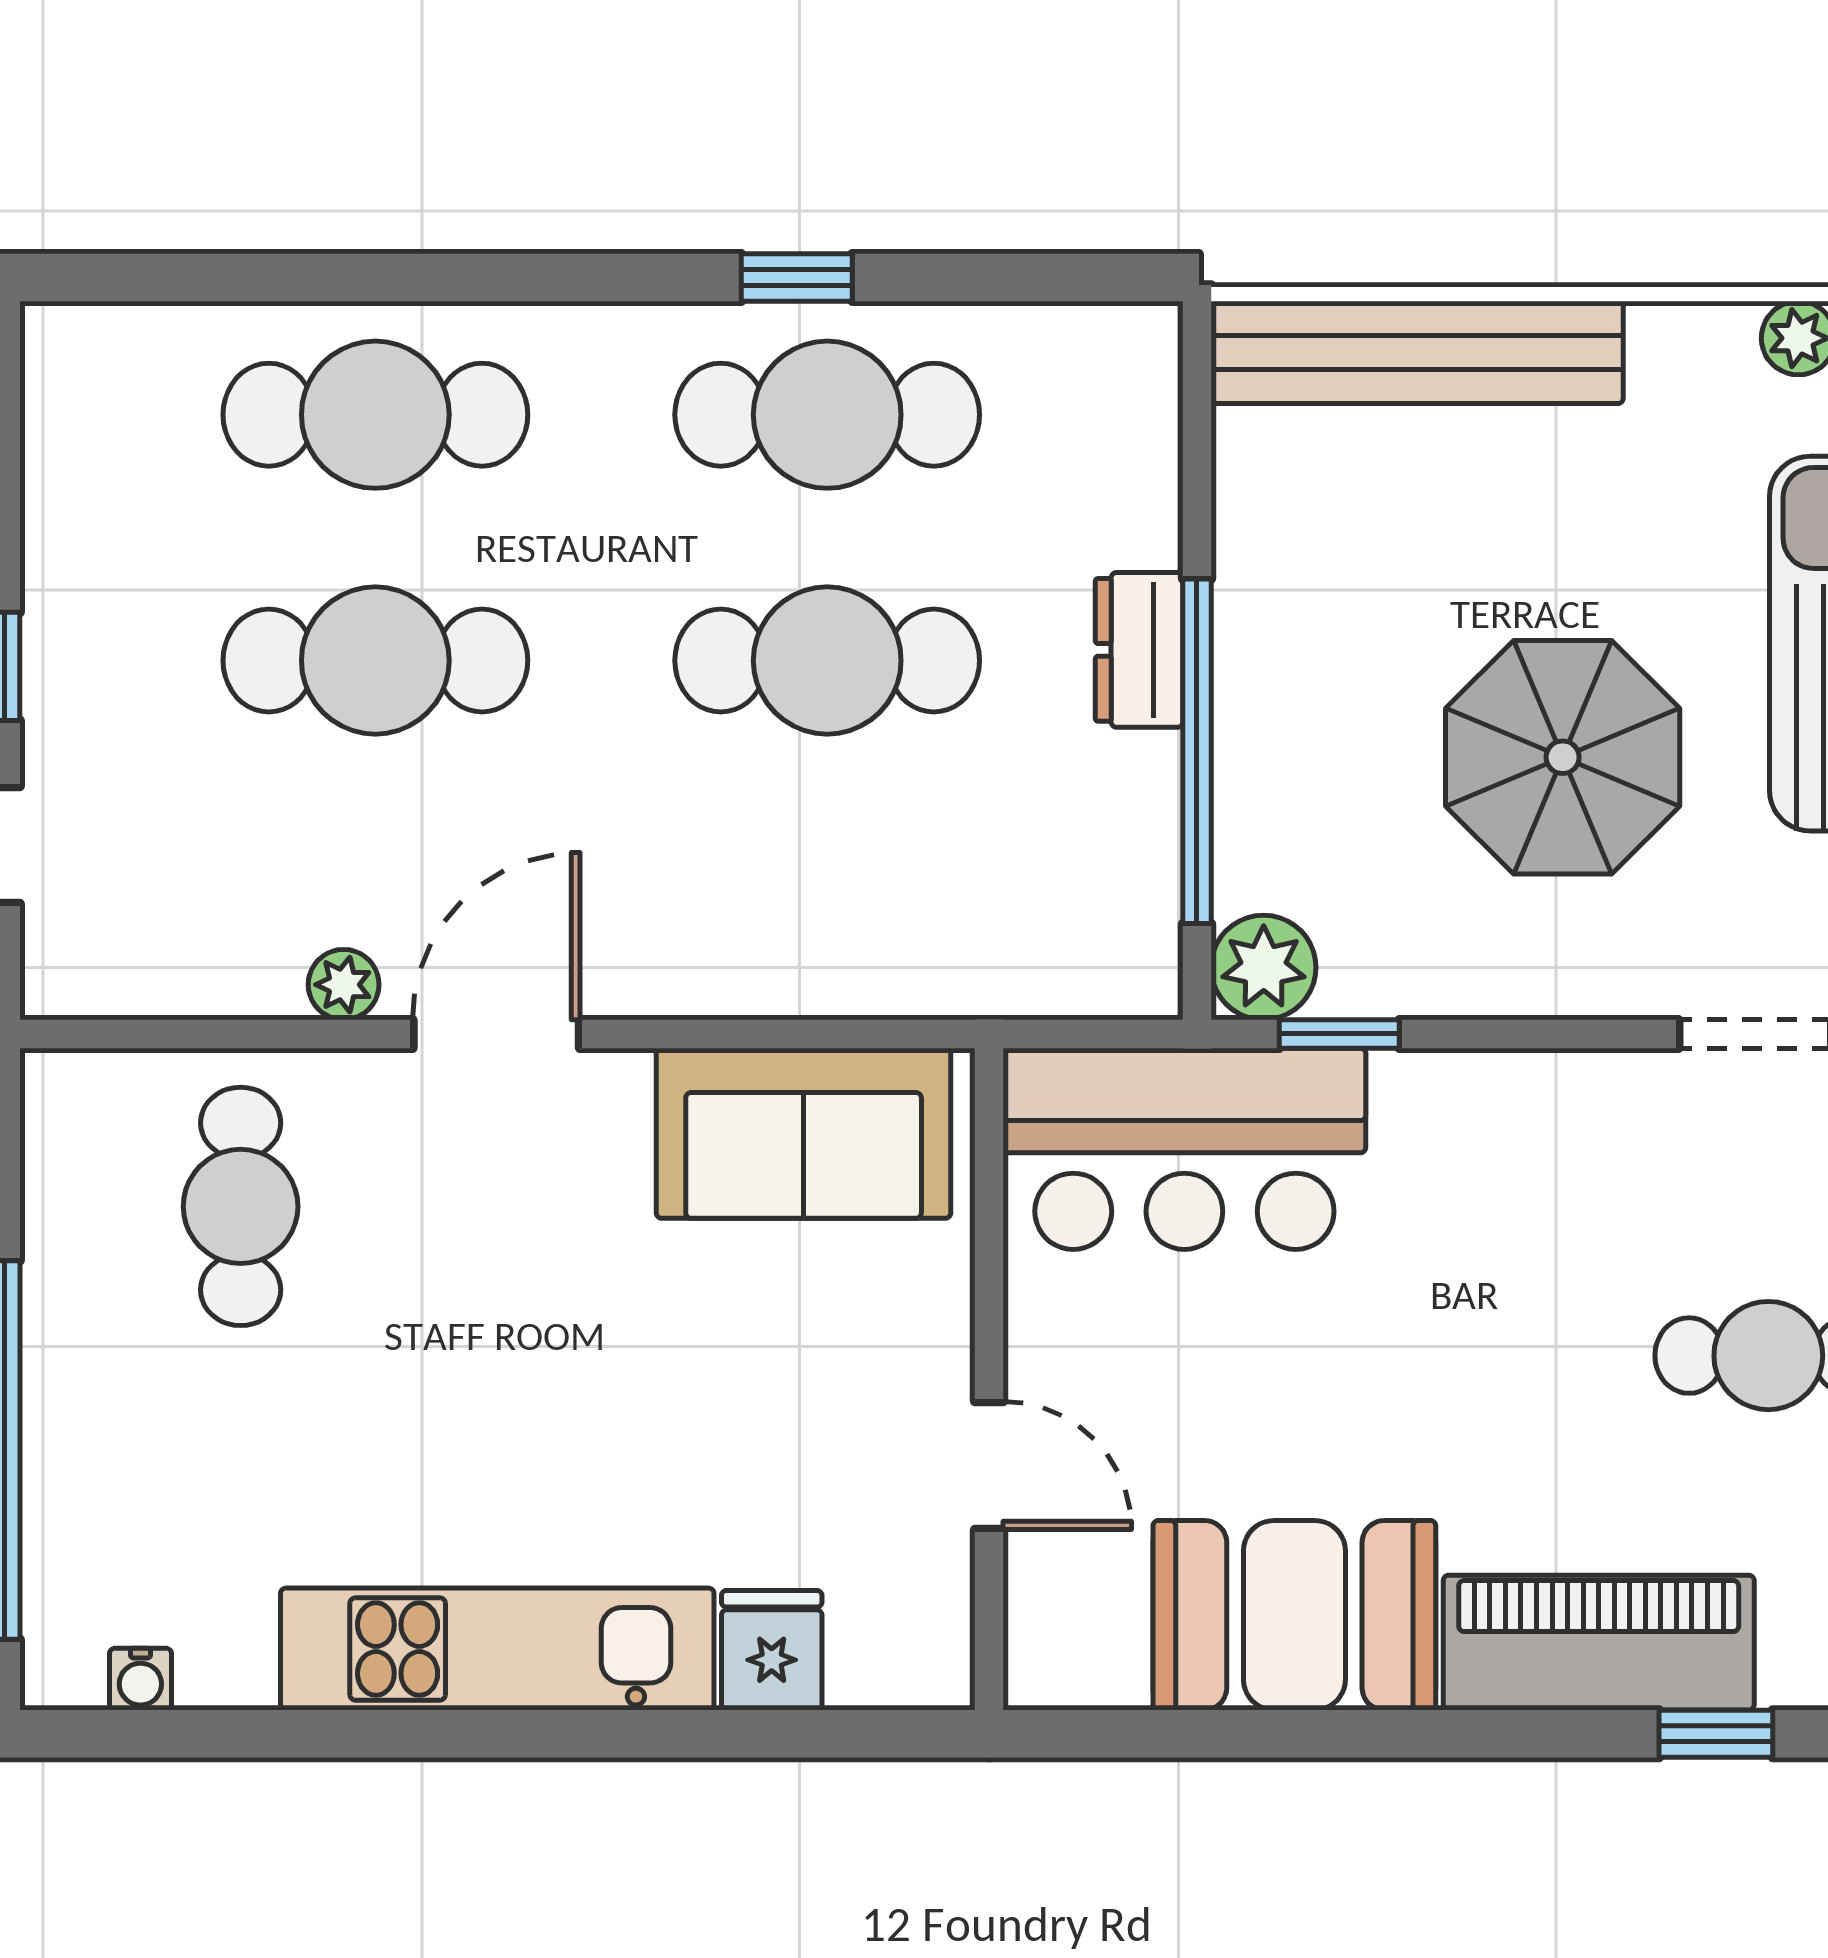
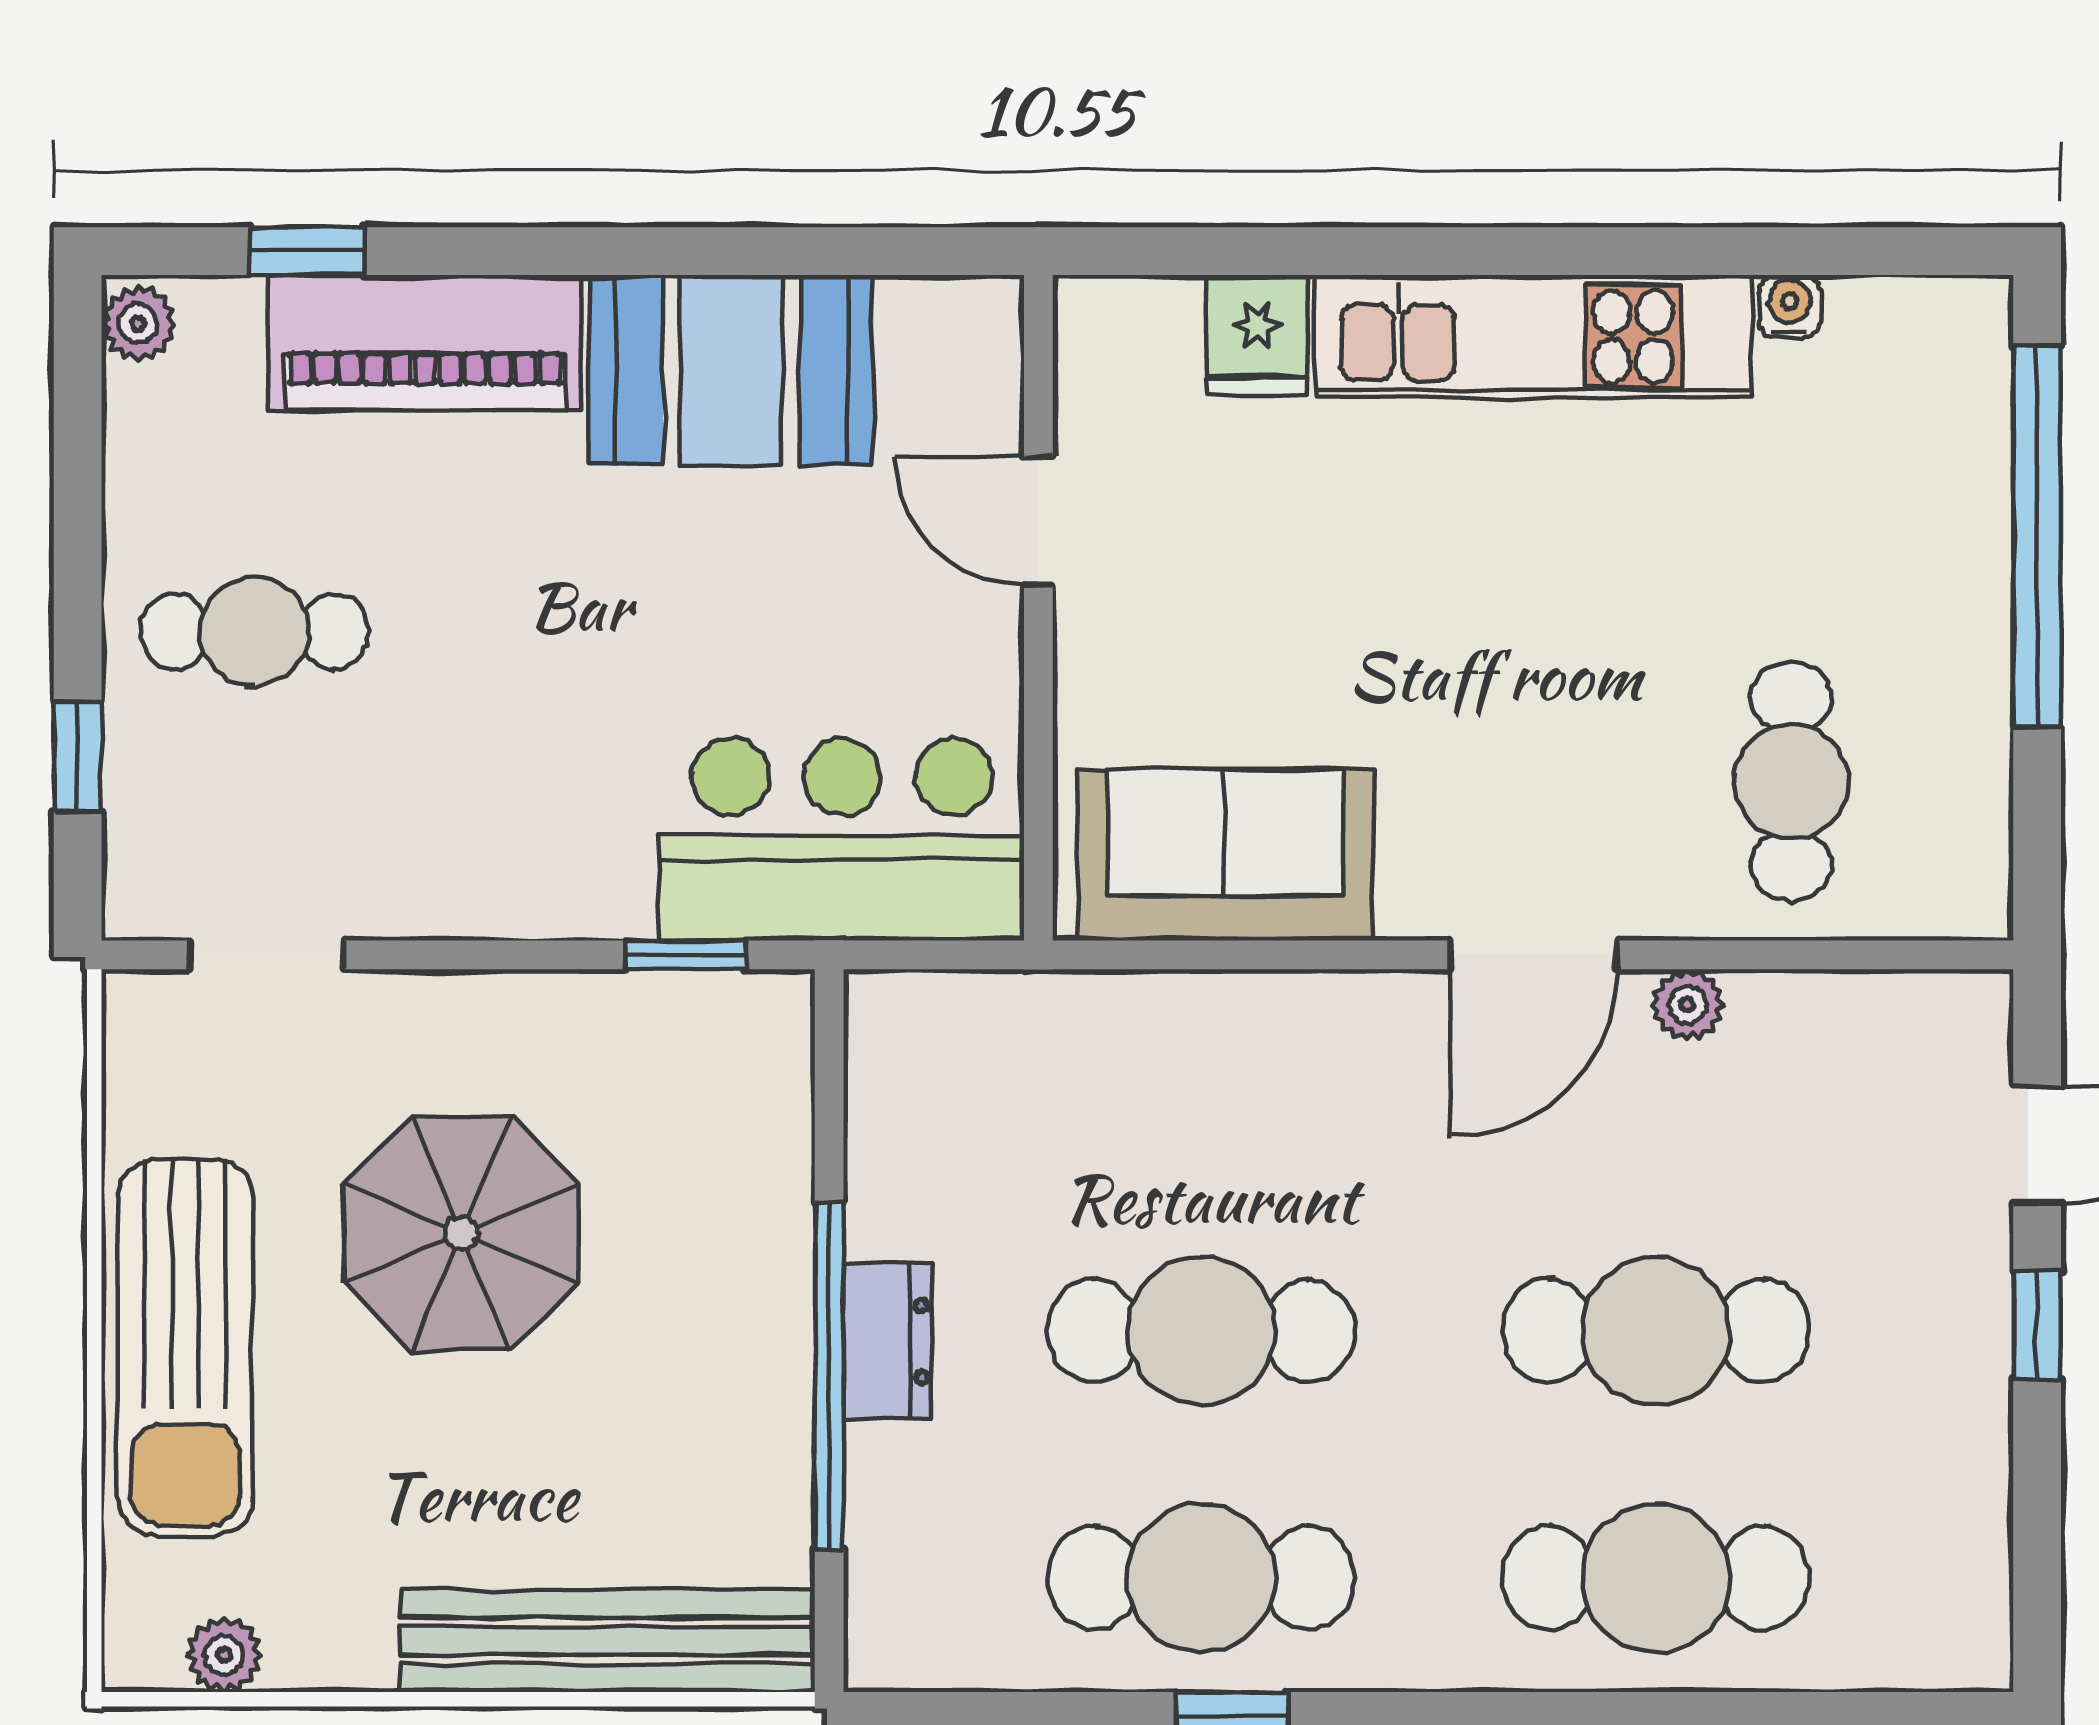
window: (1197, 751) -> (829, 1375), moved
plant: (1264, 967) -> (762, 1022), removed
water cooler: (140, 1679) -> (1790, 306), moved

